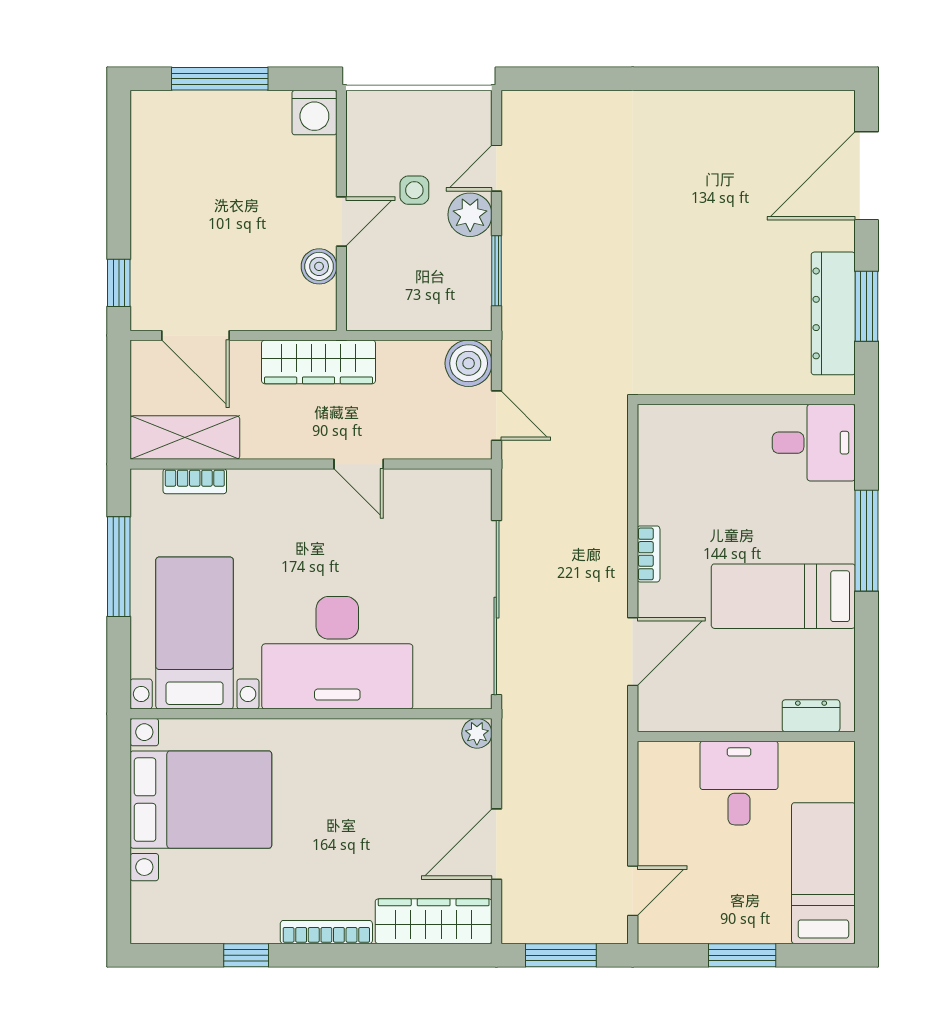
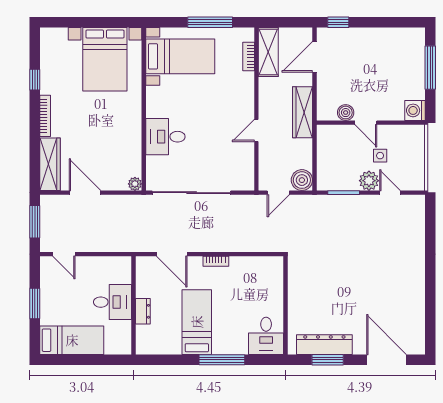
desk: (337, 653) -> (165, 137), width x0.53, depth x0.77
dresser: (811, 716) -> (143, 311), moved

